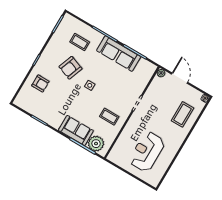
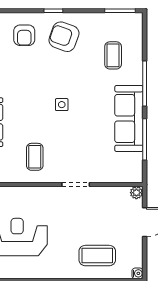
armchair: (70, 68) -> (64, 37), moved

